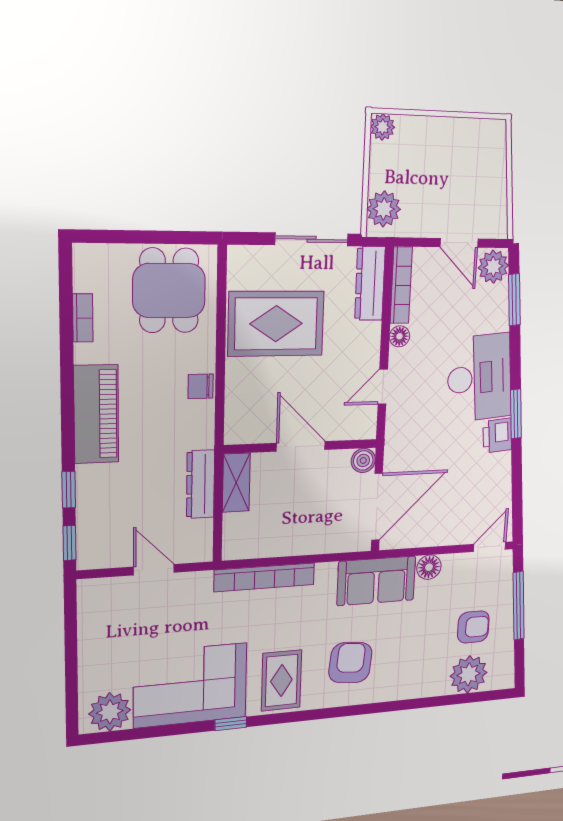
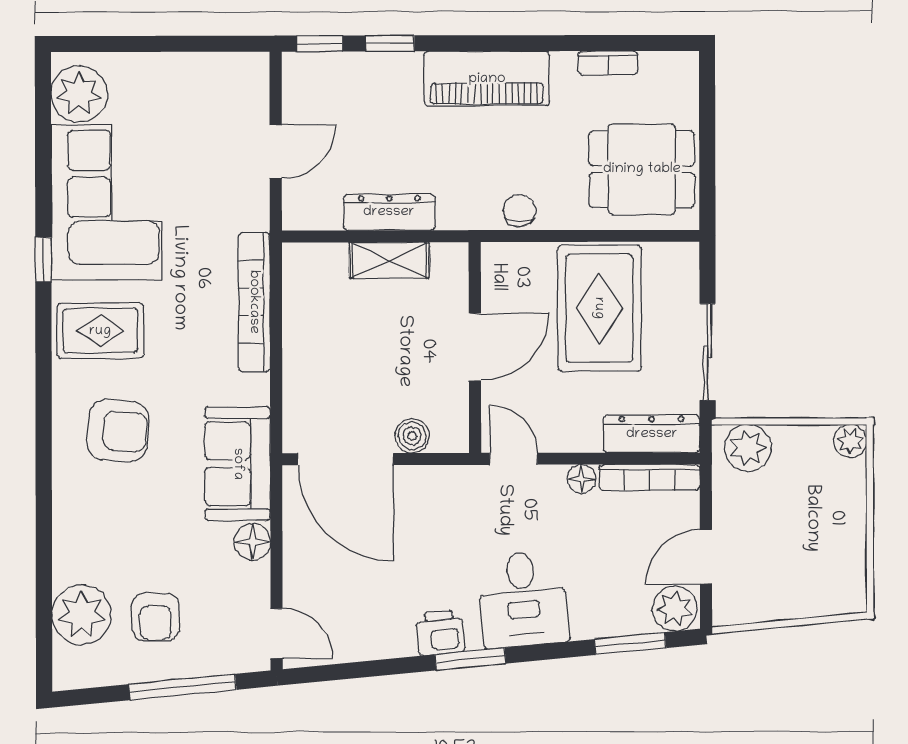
desk: (479, 378) -> (523, 599), width x0.73
door: (301, 446) -> (475, 347), moved
wall: (301, 446) -> (475, 348), moved

